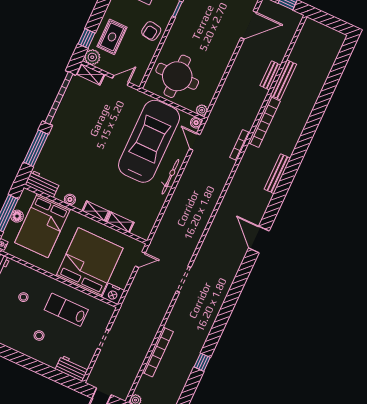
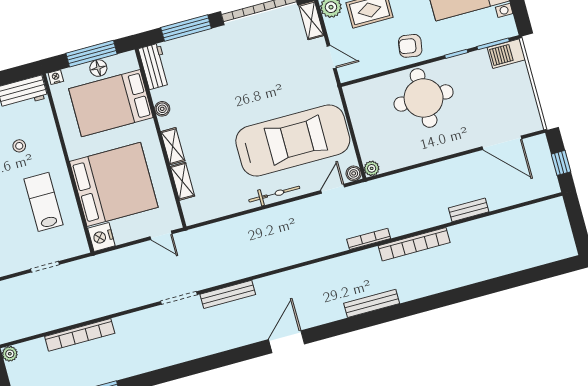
round table: (177, 76) -> (424, 98), moved
bench: (283, 80) -> (228, 294), moved

